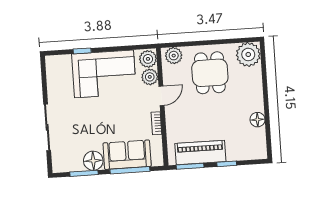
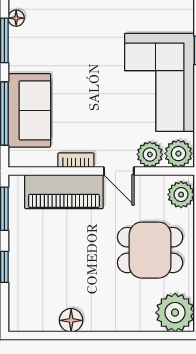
piano: (200, 152) -> (64, 192), moved, turned 90
floor lamp: (93, 161) -> (16, 18), moved, width x0.53, depth x0.53

